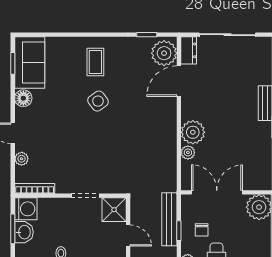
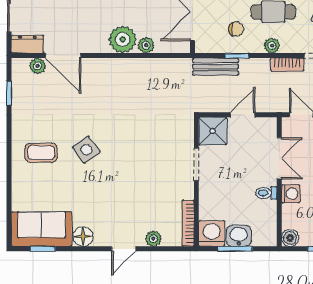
plant: (164, 53) -> (38, 66), width x0.53, depth x0.53
bench: (169, 219) -> (216, 67), width x0.73

